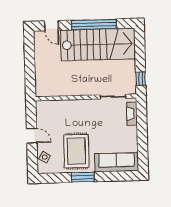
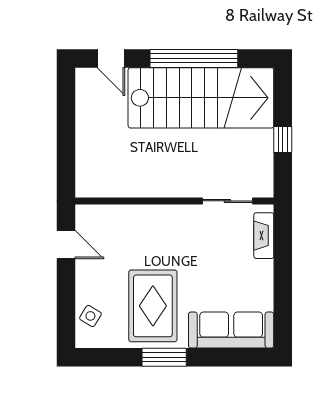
window: (141, 79) -> (283, 140), moved
door: (32, 136) -> (66, 245), moved

